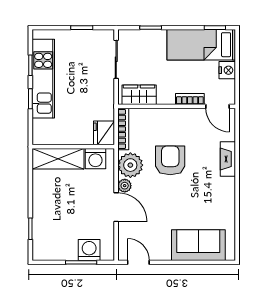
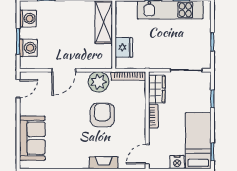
bookcase: (190, 99) -> (153, 116), moved
fridge: (104, 133) -> (124, 47), moved, turned 90
washing machine: (95, 159) -> (28, 19), moved, turned 180
armchair: (170, 160) -> (102, 115), turned -90
plant: (125, 186) -> (82, 77), removed

